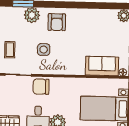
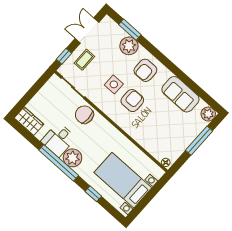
armchair: (65, 50) -> (132, 101), added
sofa: (102, 66) -> (180, 94), moved, turned 180

